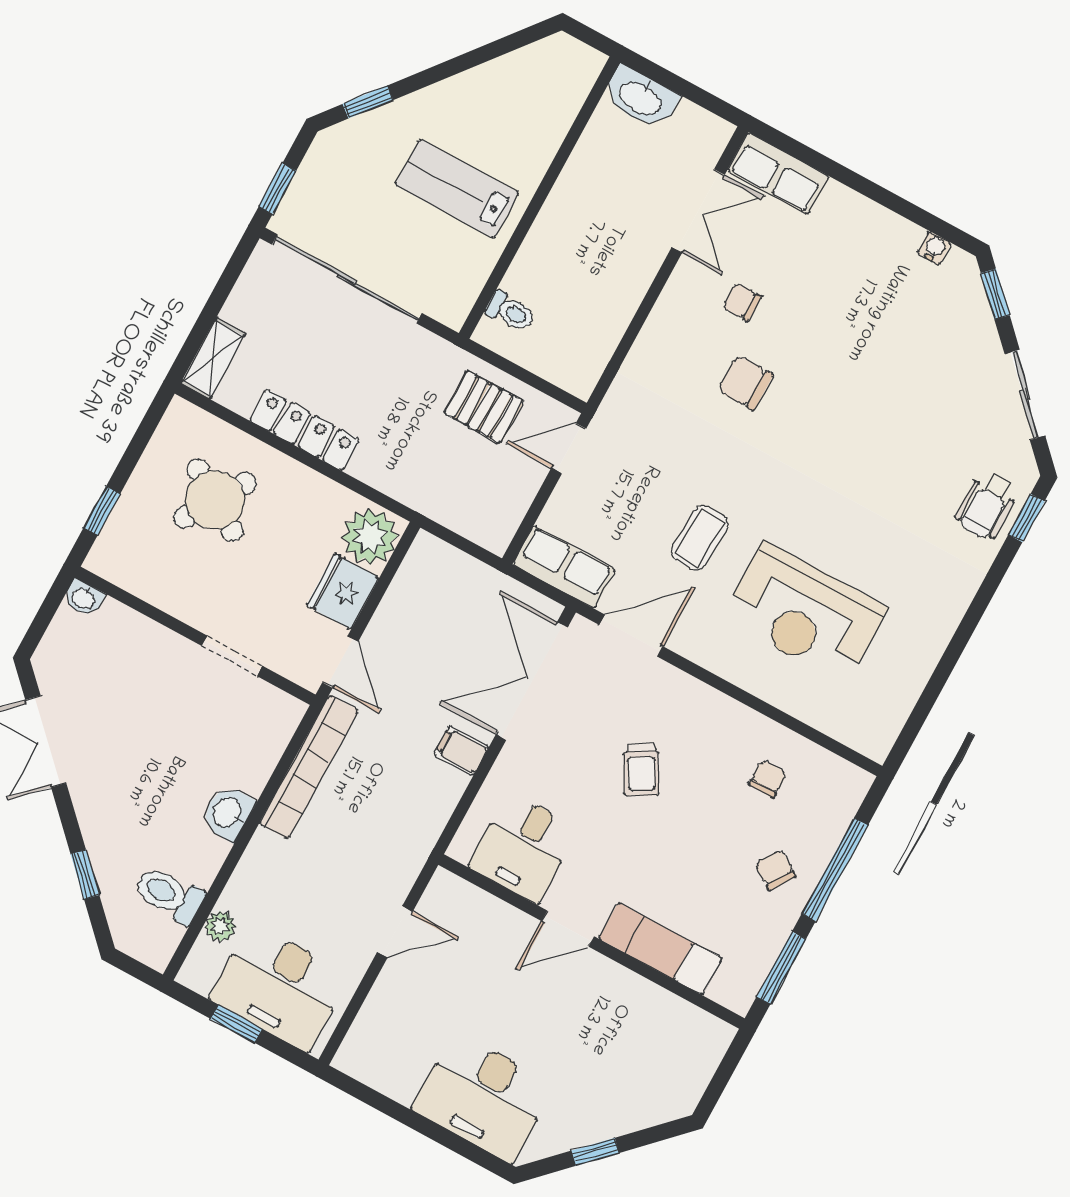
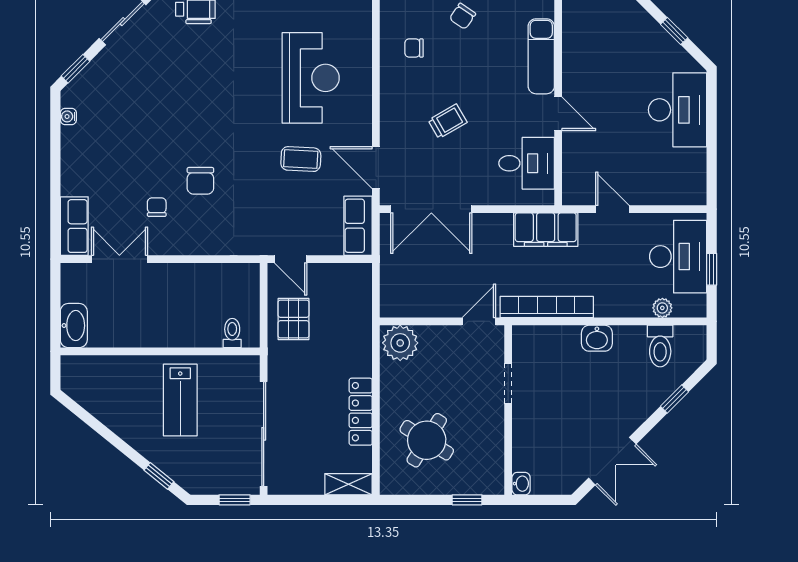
chair: (742, 302) -> (157, 207), turned 180
fridge: (343, 591) -> (439, 341), removed
filing cabinet: (461, 751) -> (546, 230), moved, width x3.00, depth x1.17

